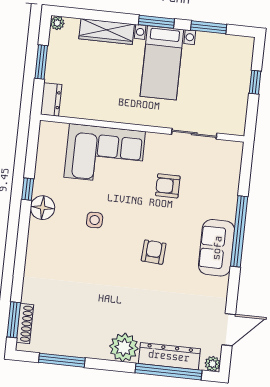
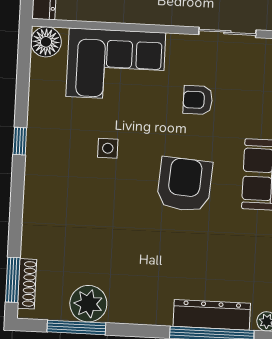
window: (28, 189) -> (20, 141), moved
floor lamp: (43, 208) -> (46, 42), moved
armchair: (154, 252) -> (184, 185), width x1.88, depth x1.88
plant: (124, 347) -> (88, 304), moved

